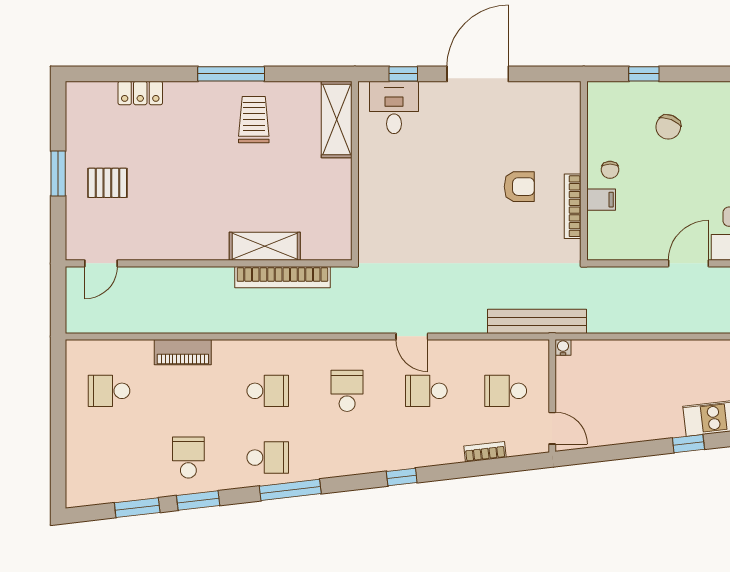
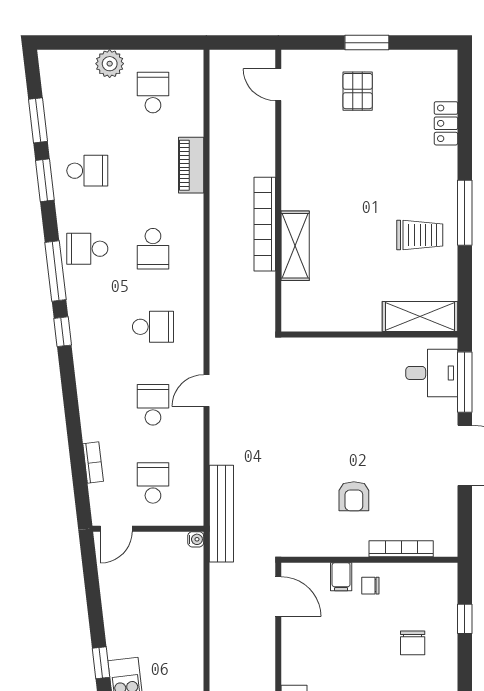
window: (403, 74) -> (465, 382), width x2.17
chair: (668, 127) -> (413, 643), turned -112
bookcase: (573, 206) -> (401, 549), moved
door: (688, 263) -> (278, 596), moved
bookcase: (282, 277) -> (265, 224), moved
plant: (80, 435) -> (110, 64), added
school desk: (268, 458) -> (87, 249), turned 90
window: (402, 477) -> (63, 332), moved

